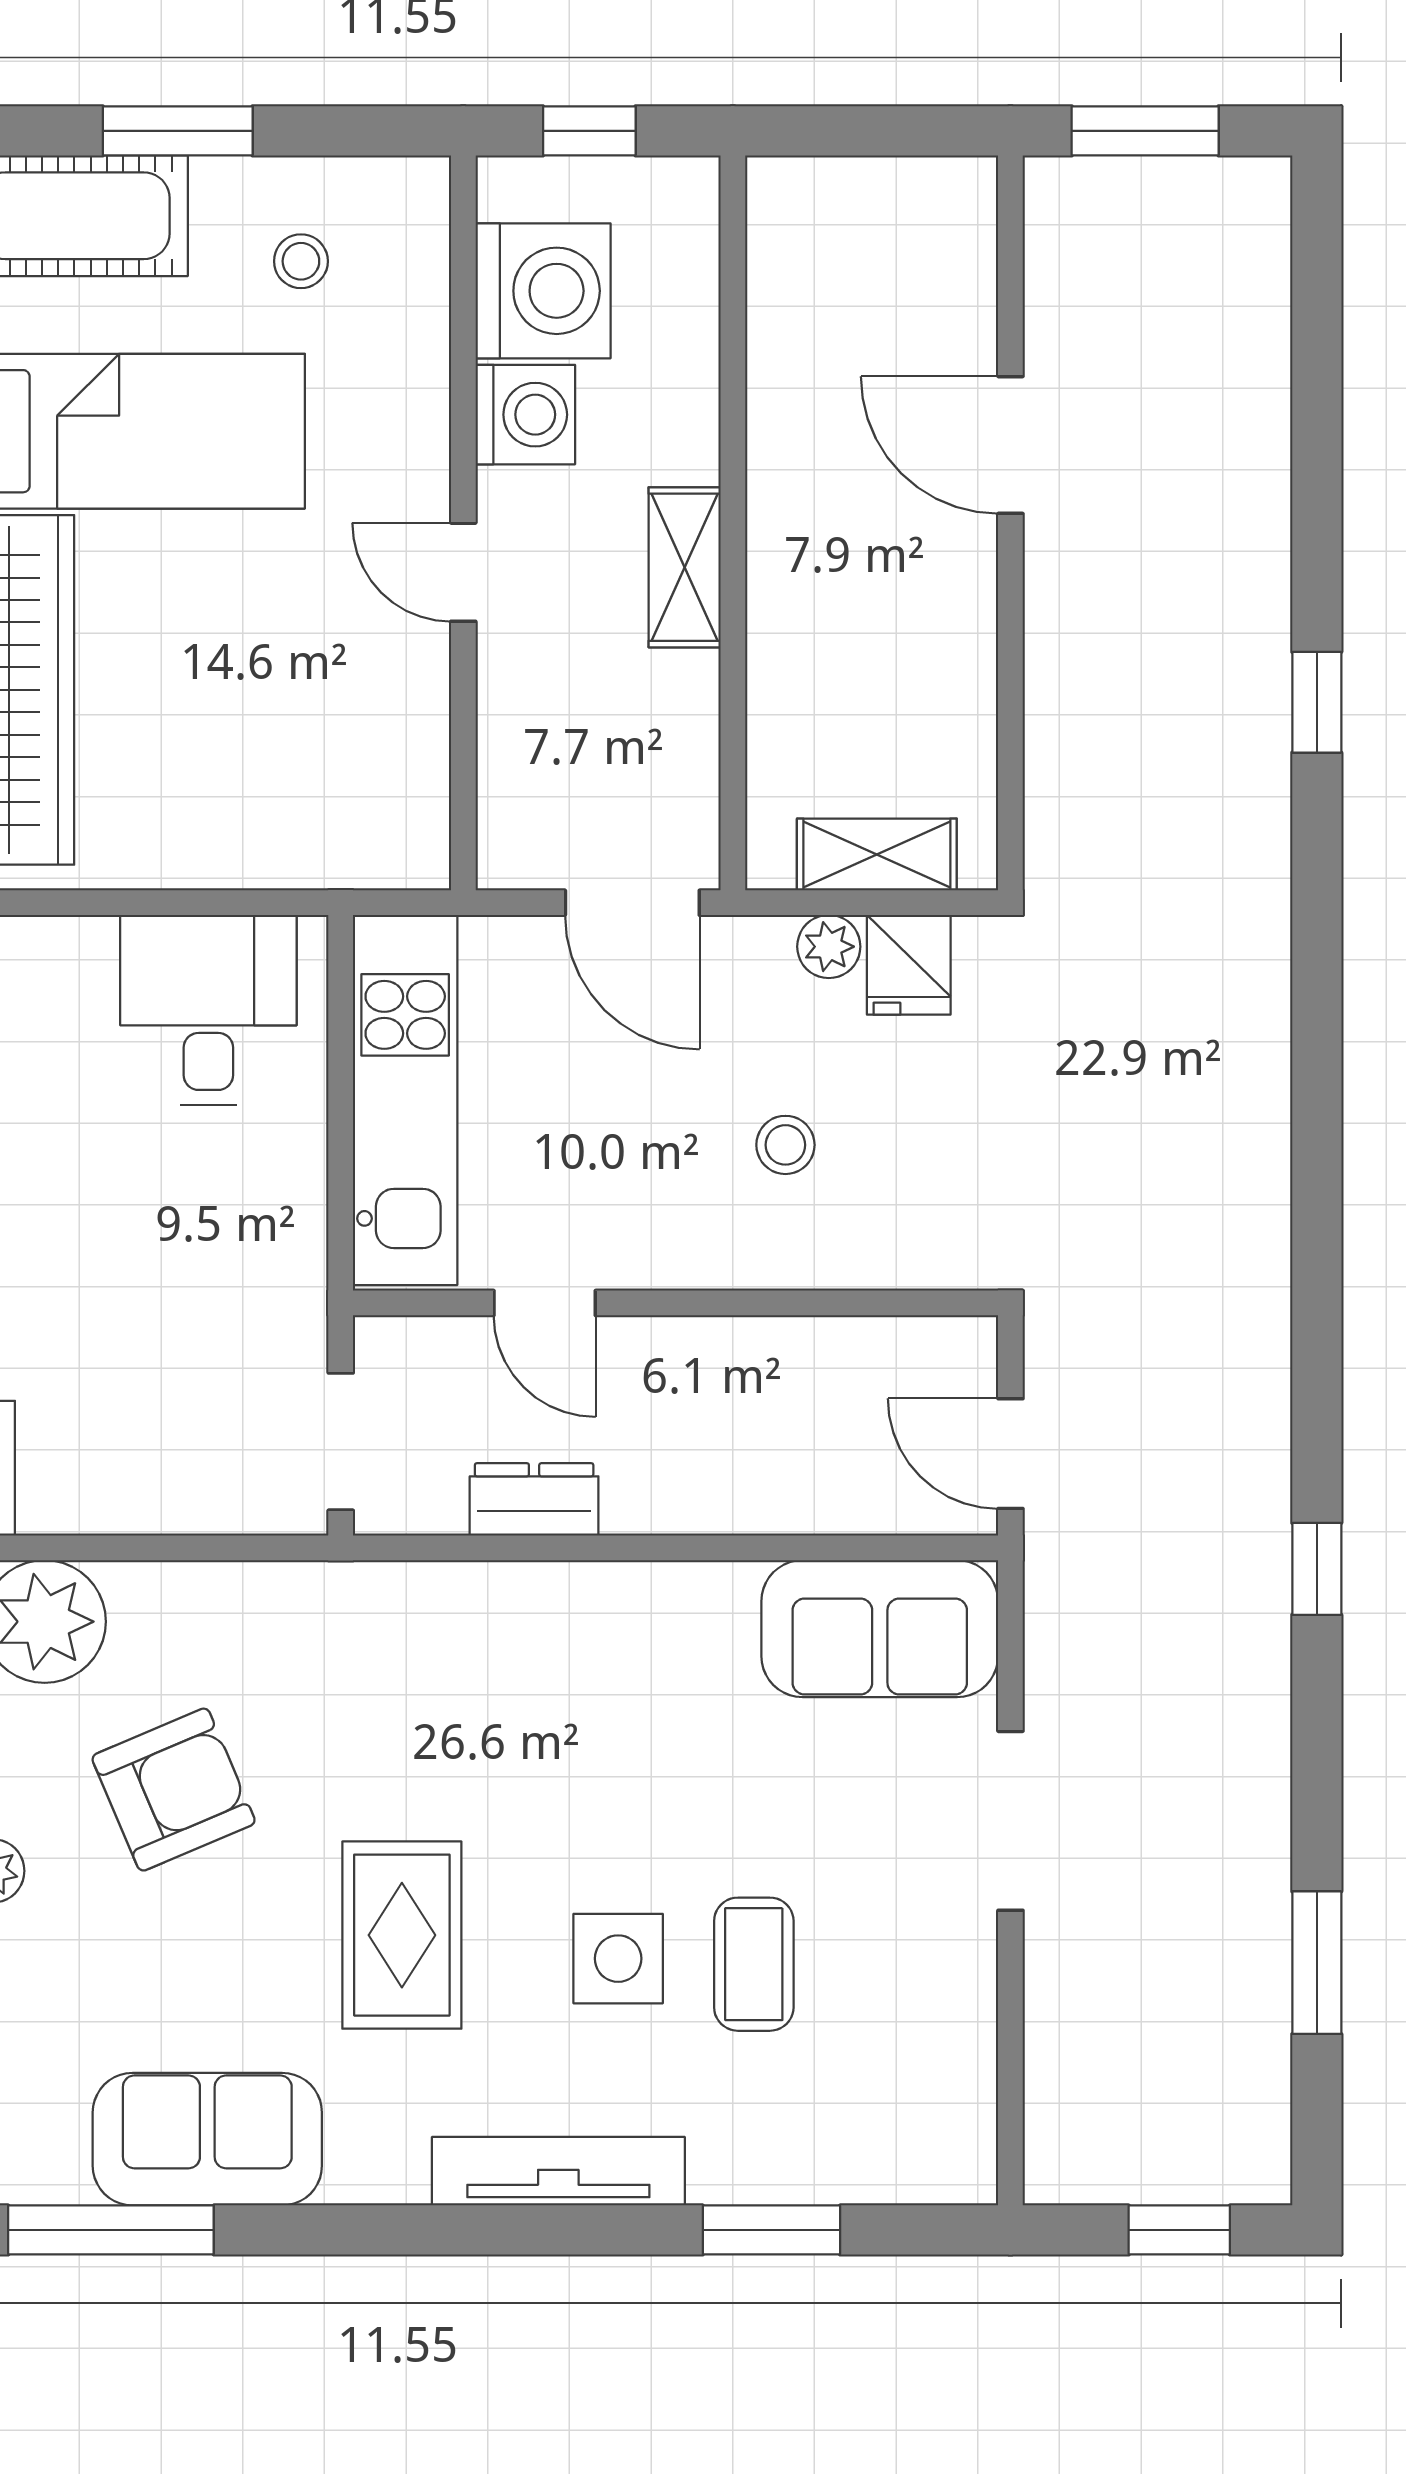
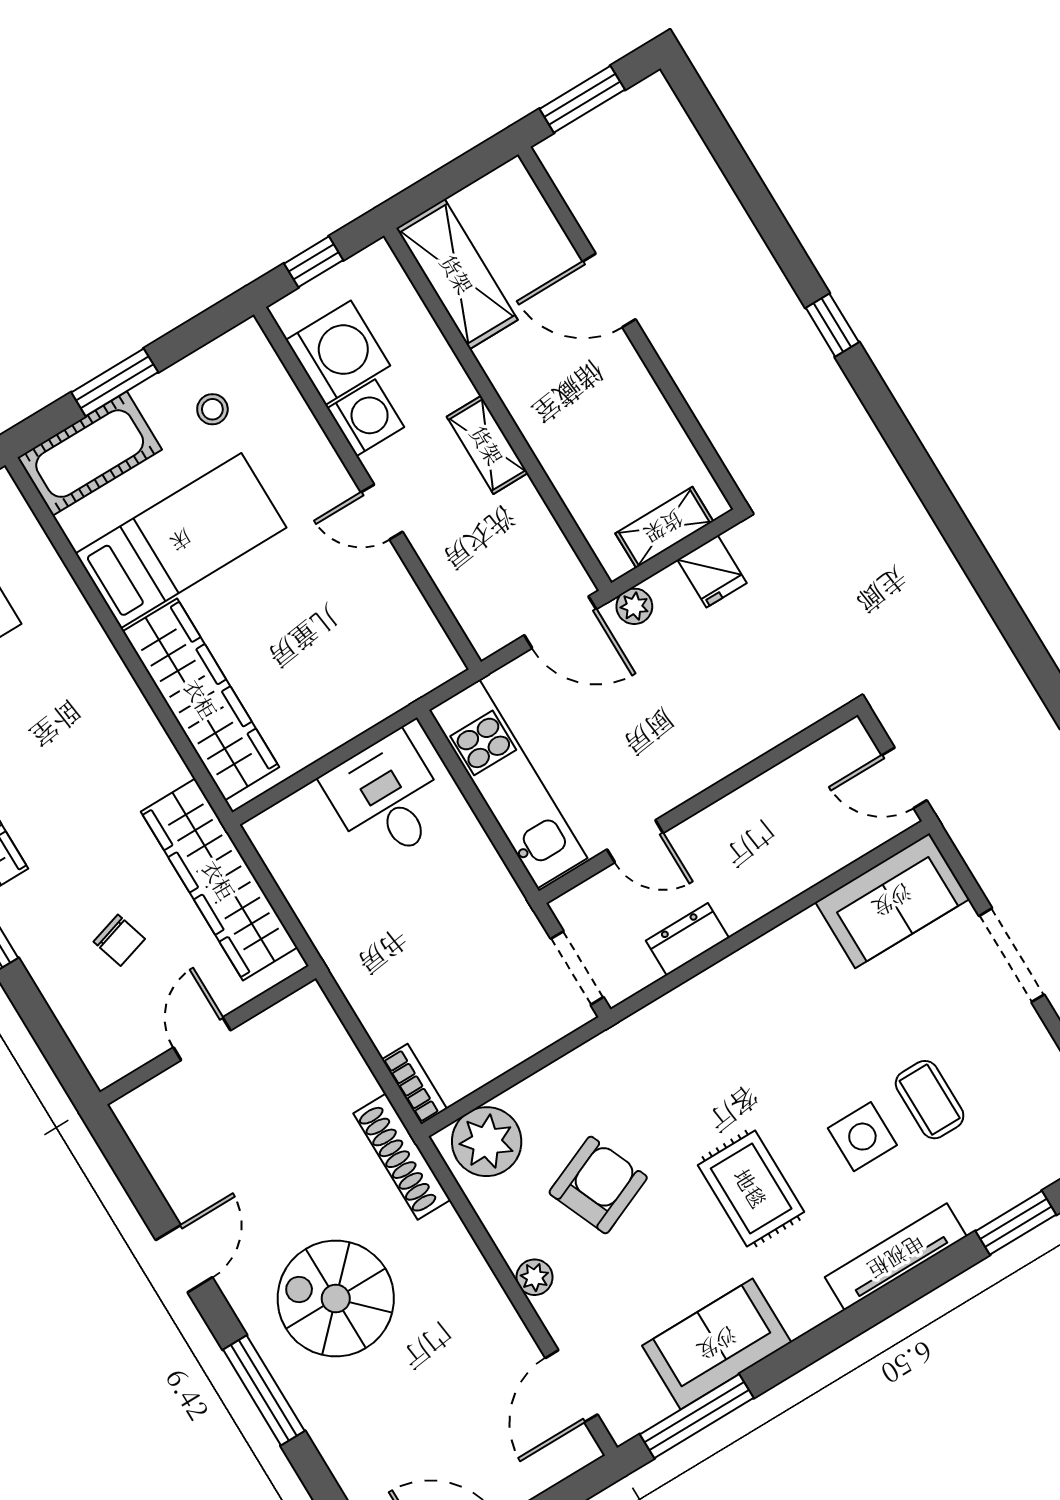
shelving: (795, 281) -> (457, 274), added
plant: (829, 947) -> (634, 606), moved
stool: (785, 1145) -> (705, 694), removed

